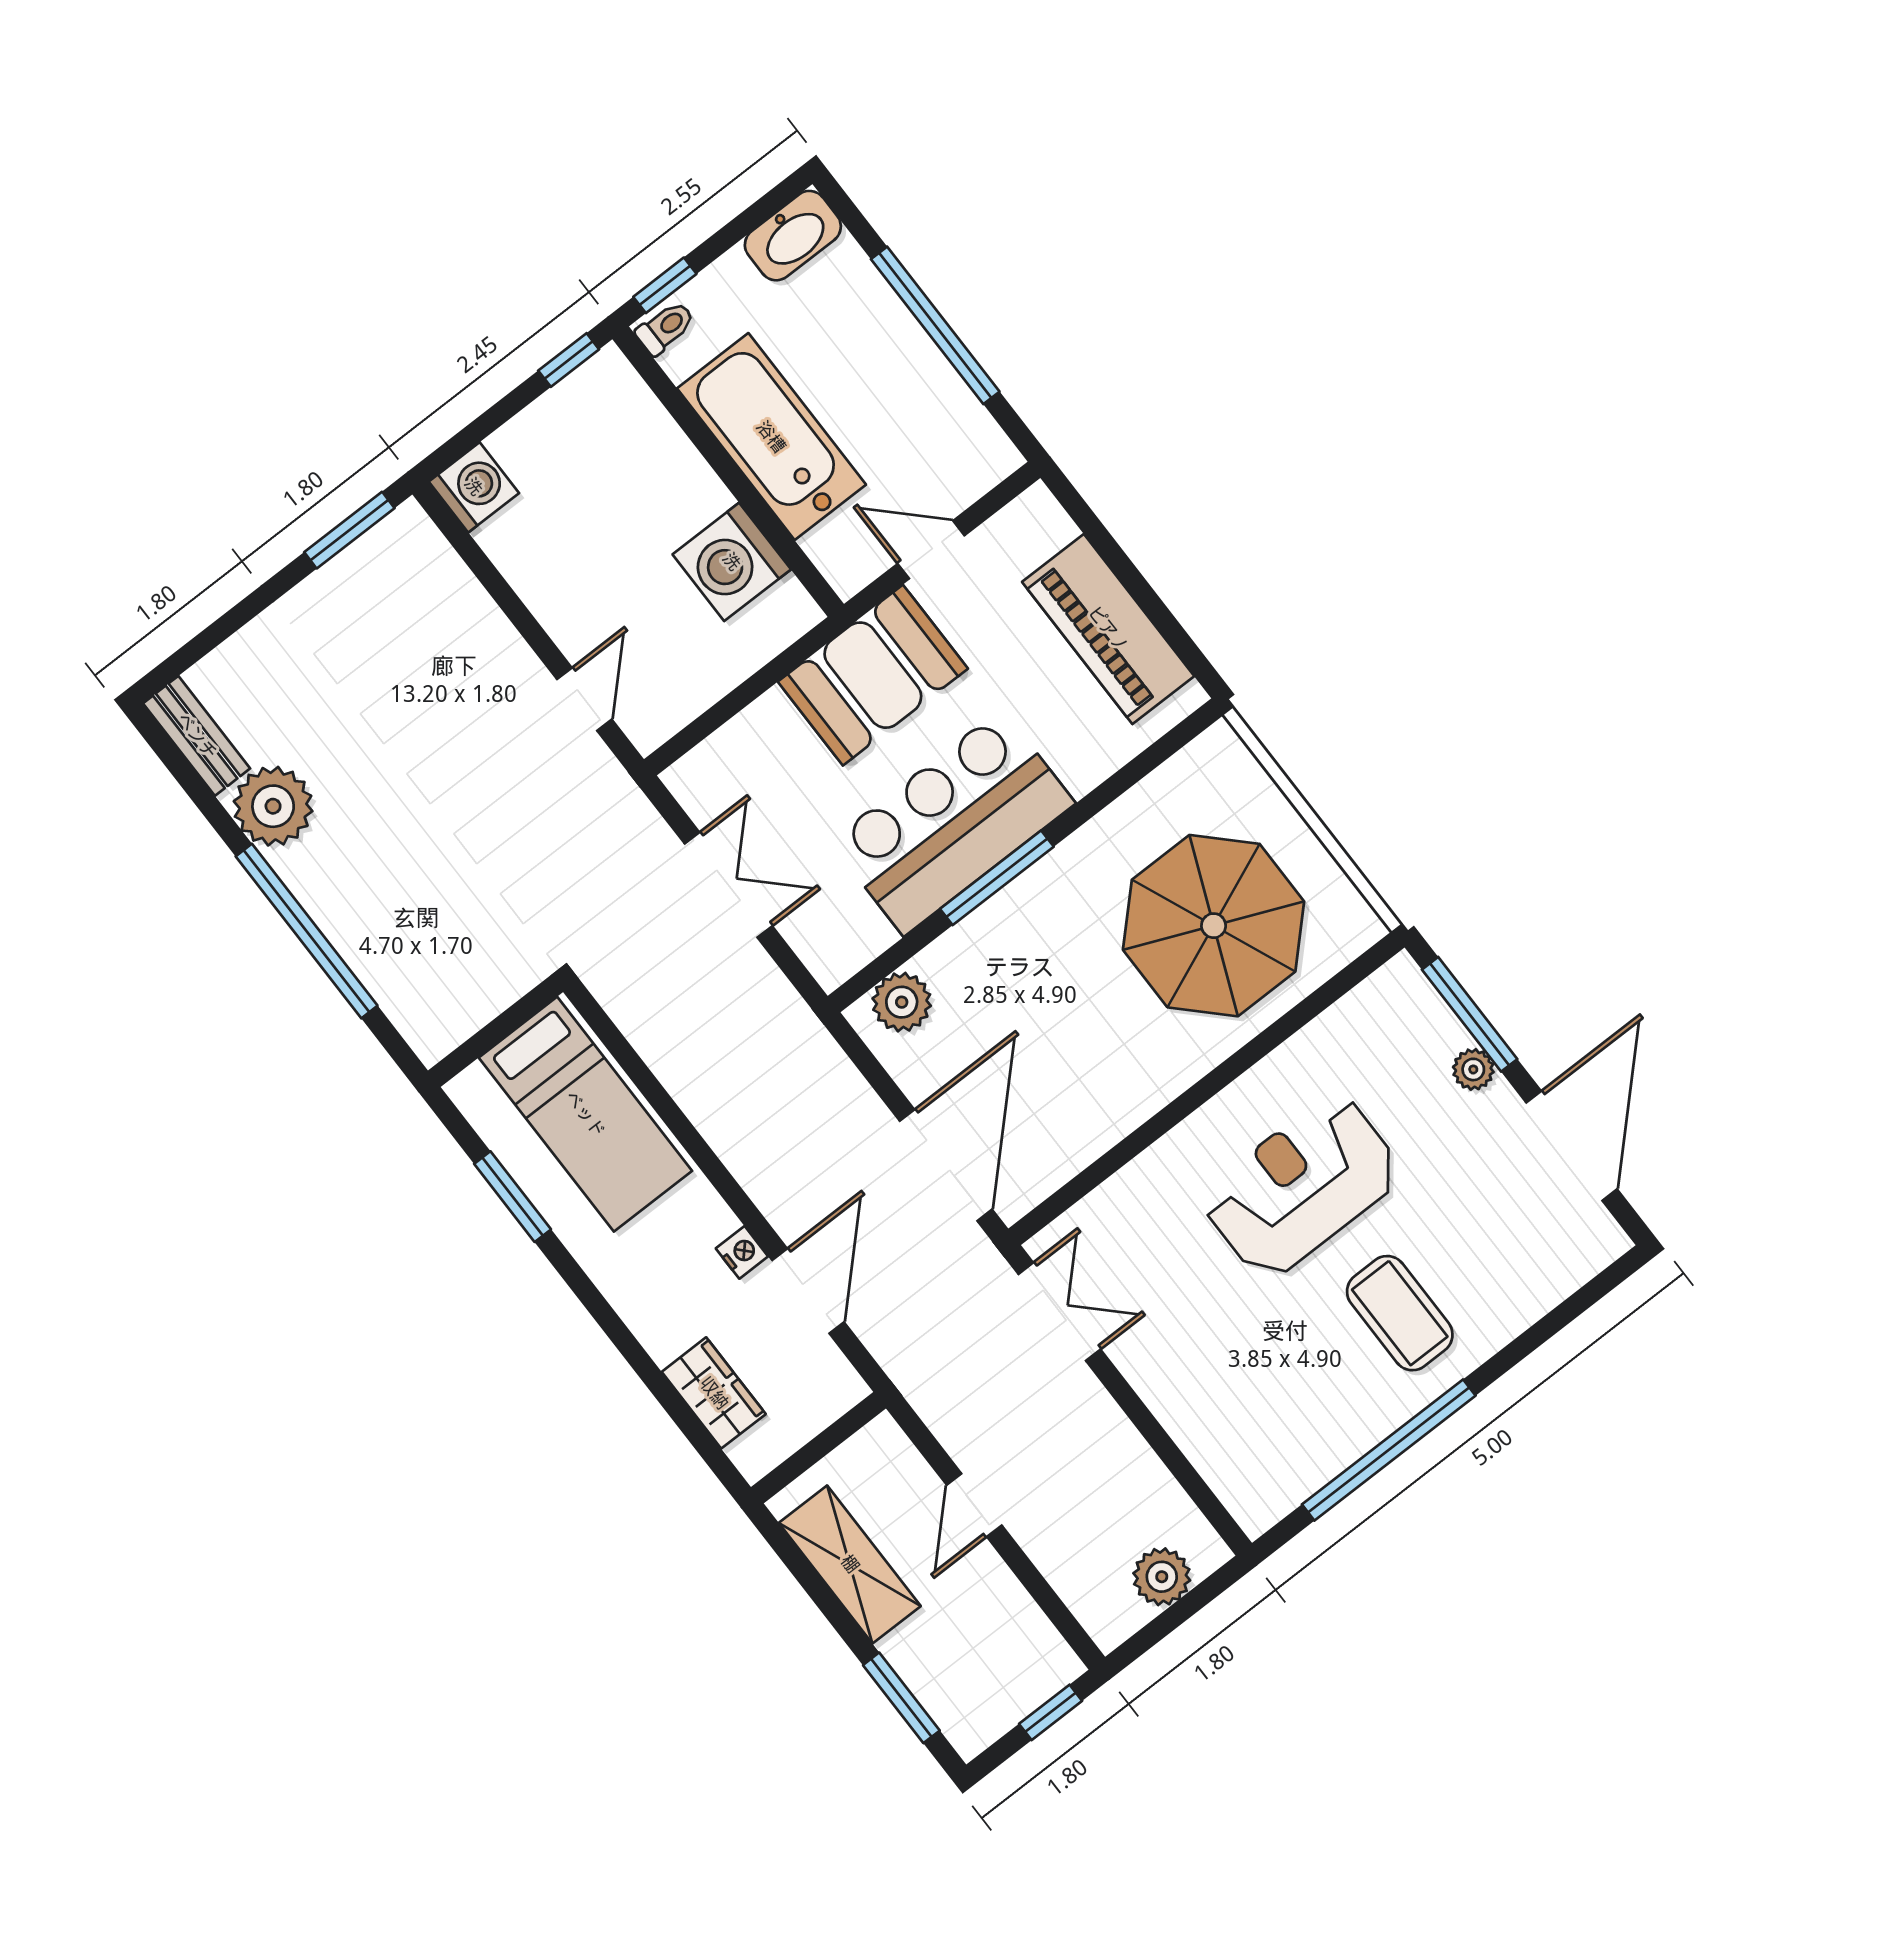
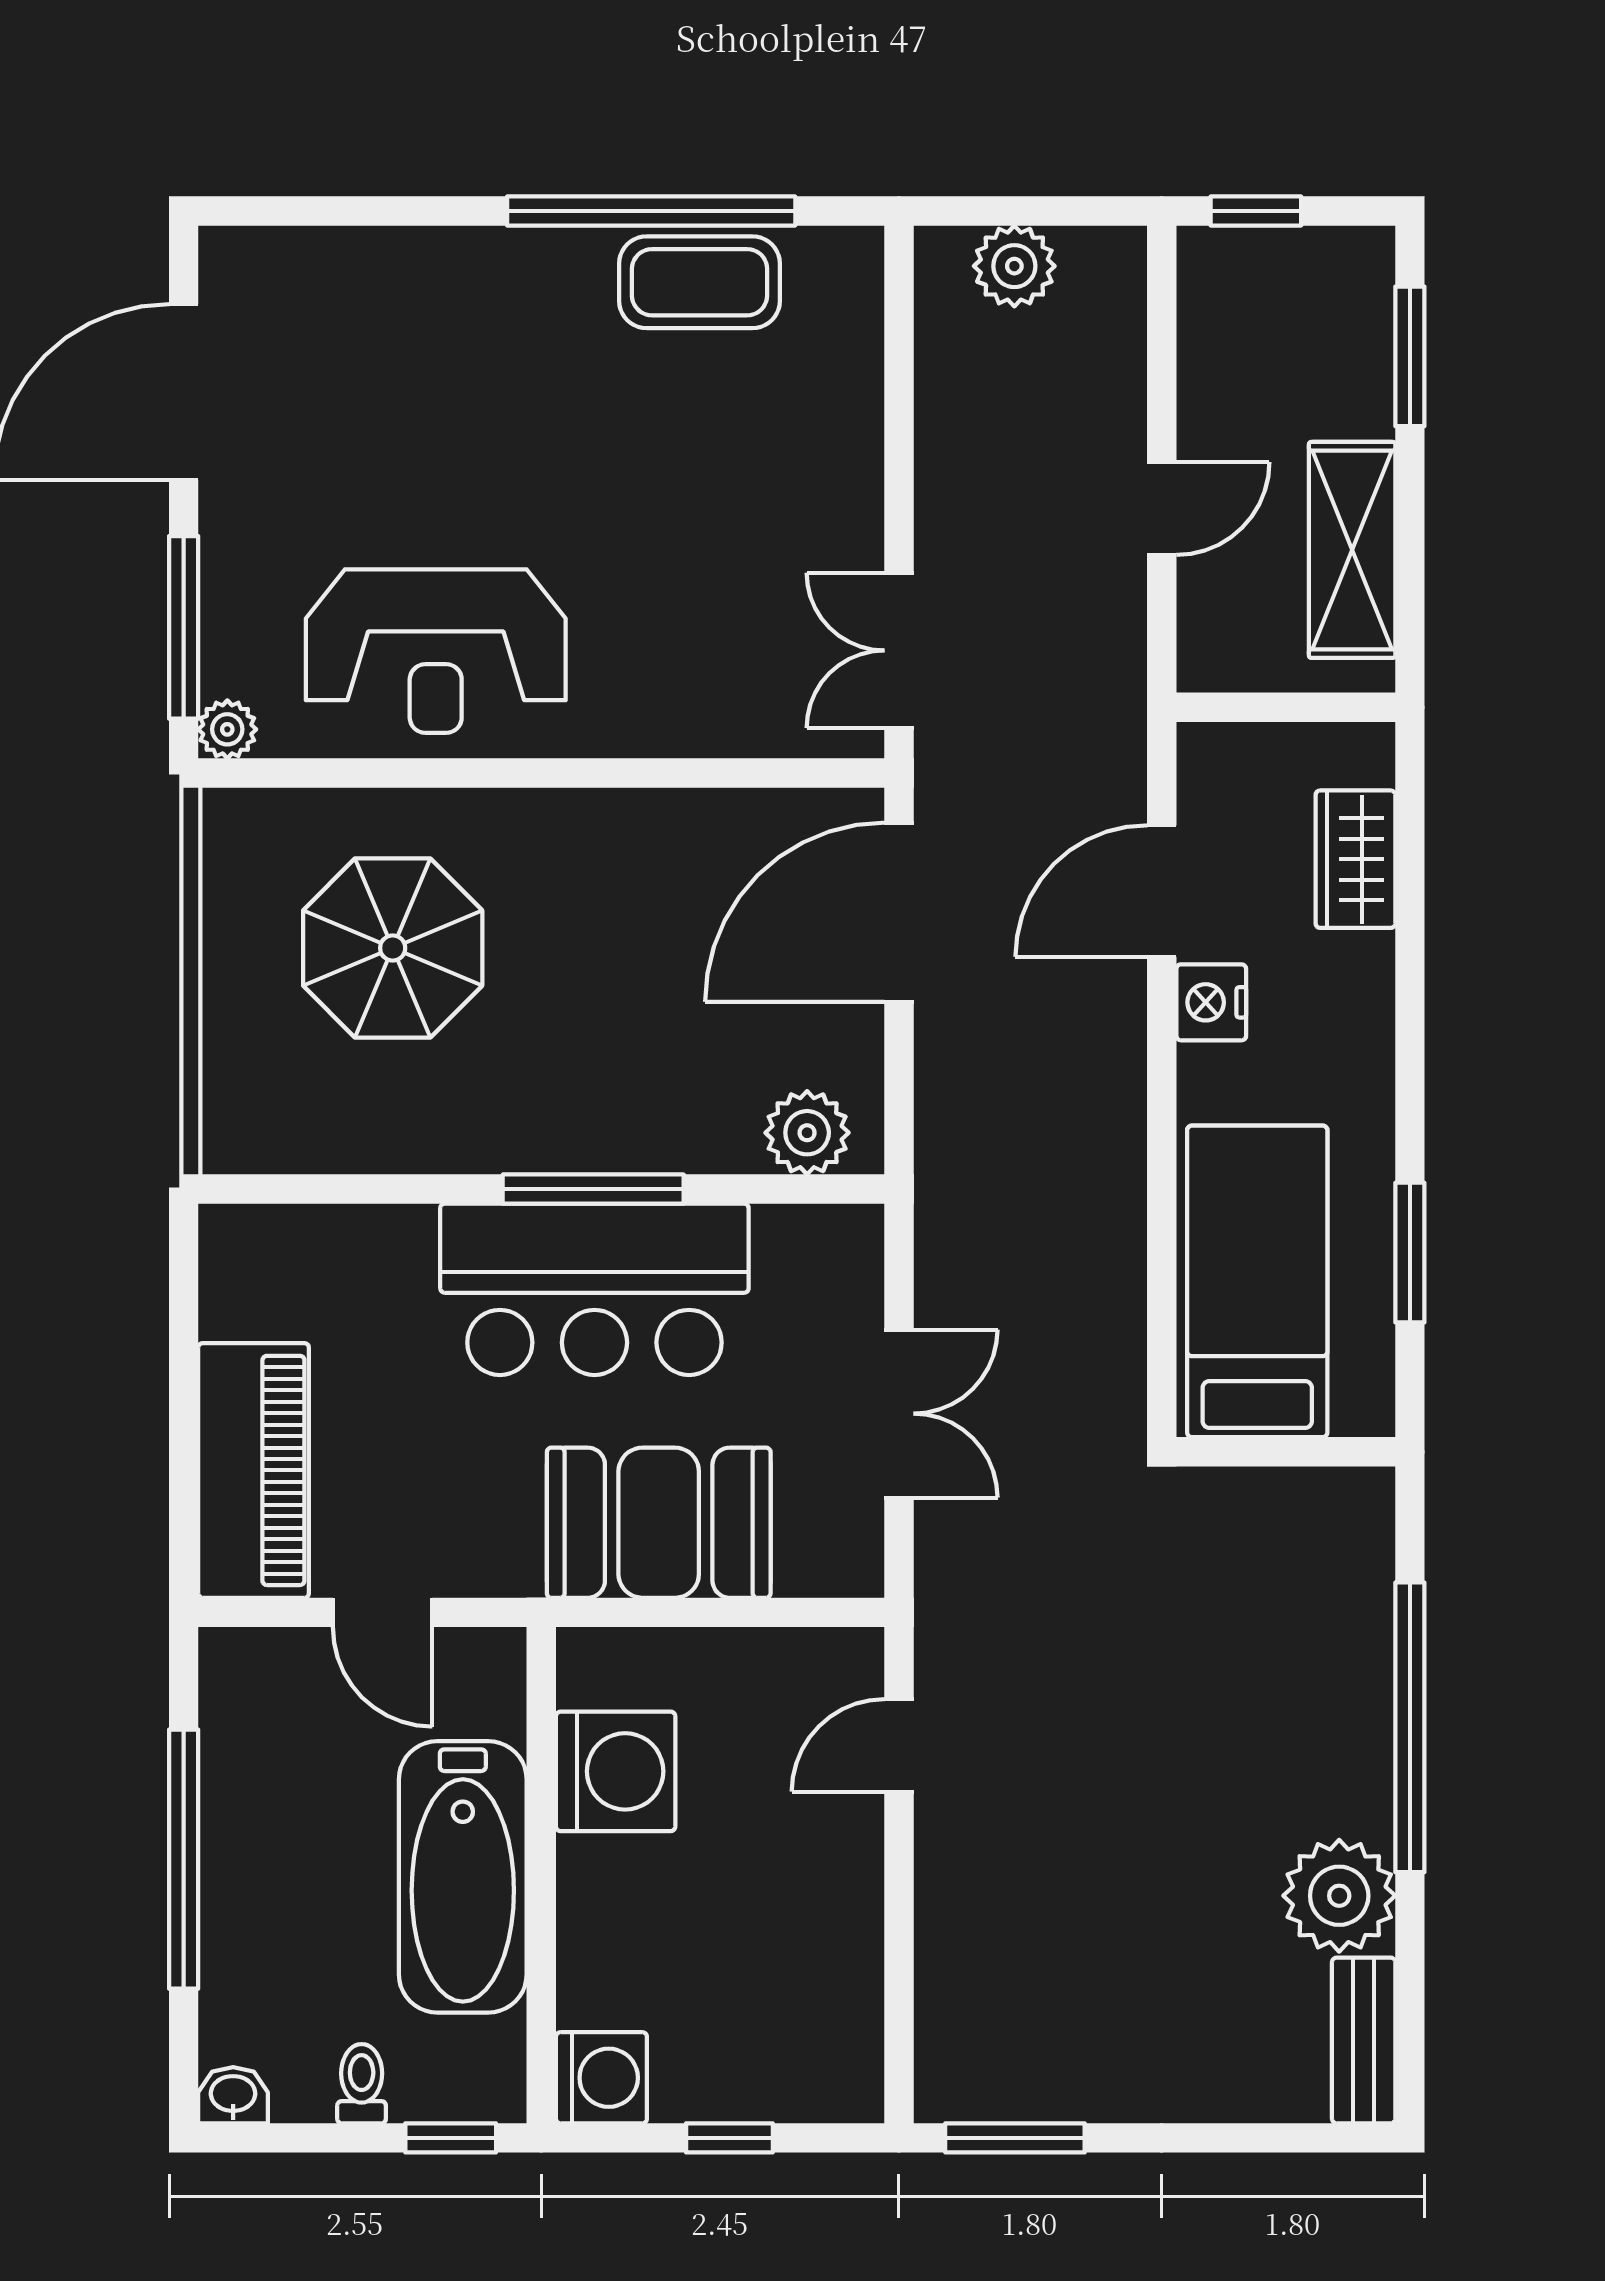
washbasin: (793, 236) -> (233, 2095), width x0.52, depth x0.69
toilet: (665, 328) -> (362, 2084), moved, turned 90
window: (569, 360) -> (729, 2138), moved
washing machine: (474, 487) -> (601, 2078), moved, turned 180
piano: (1108, 629) -> (254, 1470), moved
booth: (873, 675) -> (659, 1523), moved
double door: (728, 885) -> (899, 1414), swing flipped
parasol: (1214, 926) -> (393, 948), width x0.73, depth x0.73
plant: (1473, 1069) -> (227, 729), moved
reception desk: (1302, 1186) -> (436, 651), moved
nightstand: (742, 1252) -> (1211, 1002), width x1.39, depth x1.35
coffee table: (1400, 1313) -> (700, 282), moved, turned 90

